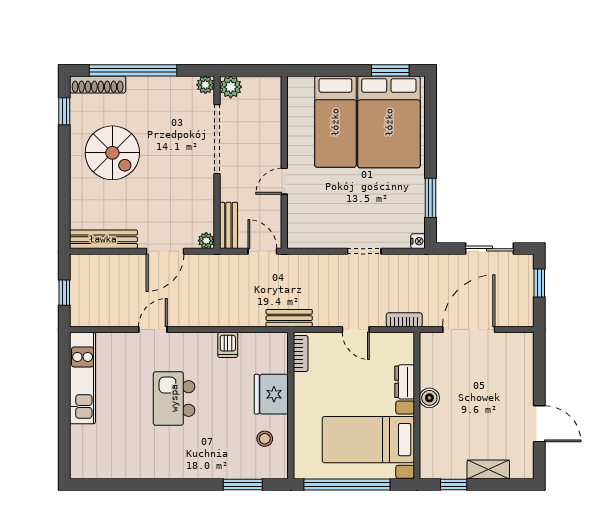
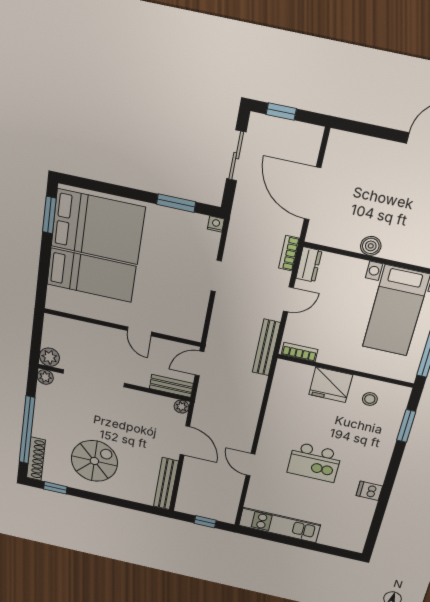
bench: (289, 318) -> (266, 348), width x1.36
dishwasher: (228, 345) -> (369, 491), moved, turned 180
dresser: (405, 382) -> (309, 265), moved, turned -90

